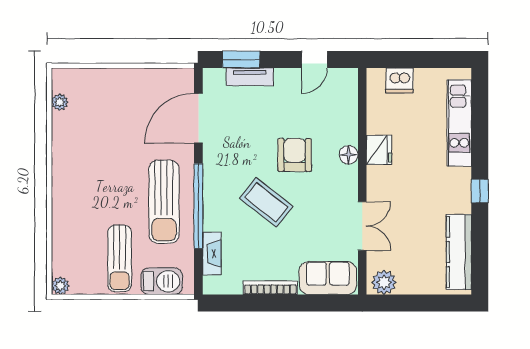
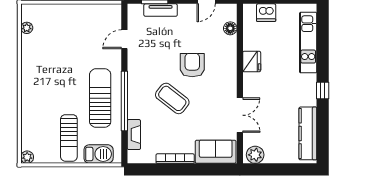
door: (198, 118) -> (124, 39), width x0.53
floor lamp: (349, 155) -> (230, 28), moved
sun lounger: (164, 202) -> (100, 98), turned 180

